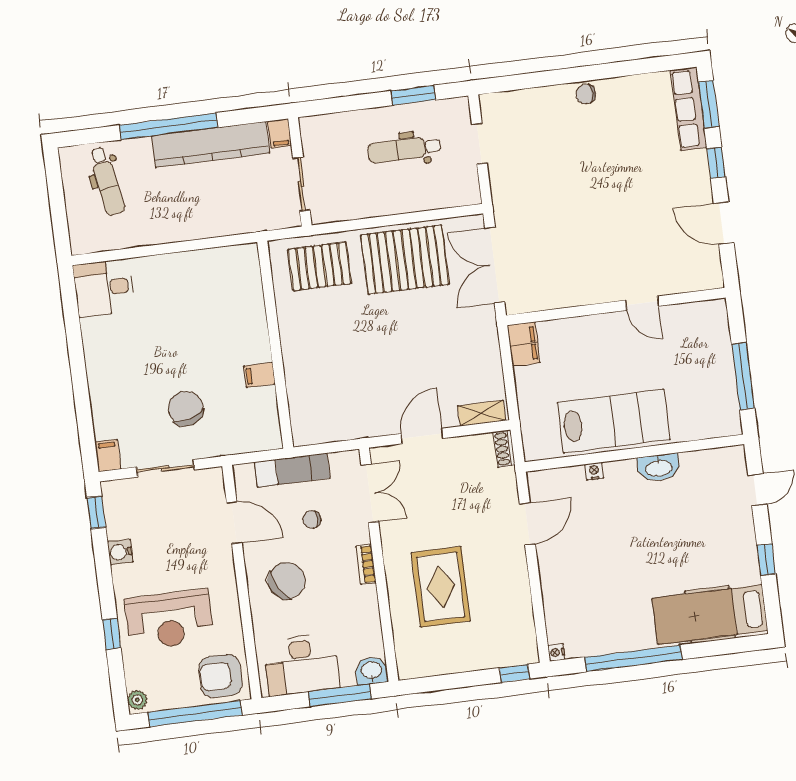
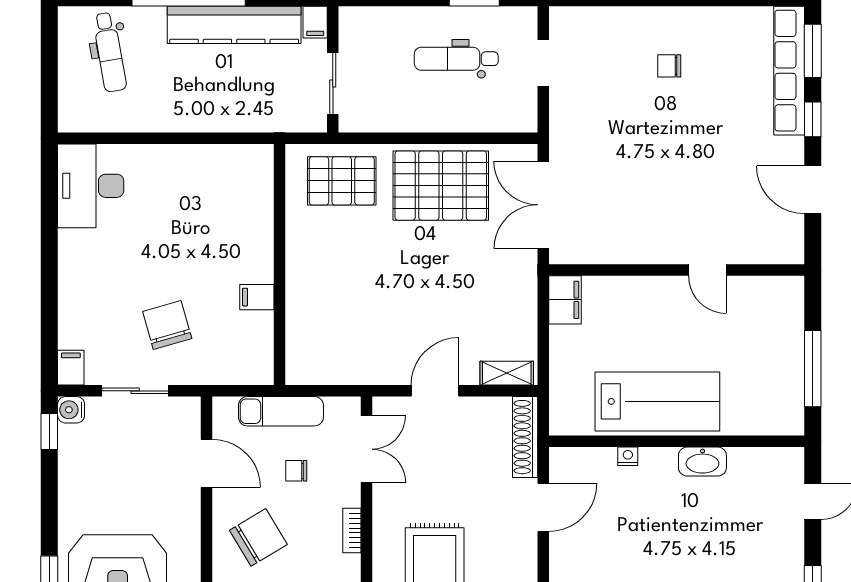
chair: (586, 94) -> (669, 66), moved
row of seats: (689, 109) -> (789, 71), width x1.36
desk: (104, 288) -> (91, 186), width x1.37
shoe rack: (504, 449) -> (525, 437), width x1.94, depth x1.24
water cooler: (120, 552) -> (71, 410), moved

